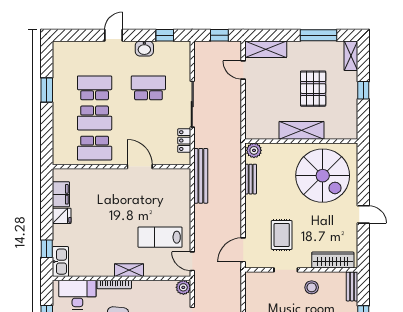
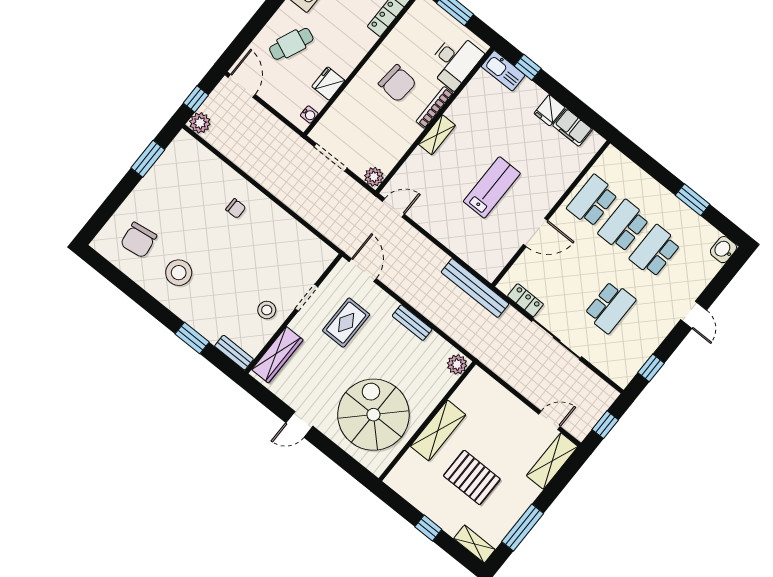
washbasin: (144, 48) -> (723, 250), moved
school desk: (95, 88) -> (655, 251), turned 180
spiral stairs: (323, 176) -> (373, 415), turned 90
bench: (251, 179) -> (412, 323), moved
rug: (282, 235) -> (346, 323), turned 90
lab bench: (160, 237) -> (492, 187), moved

